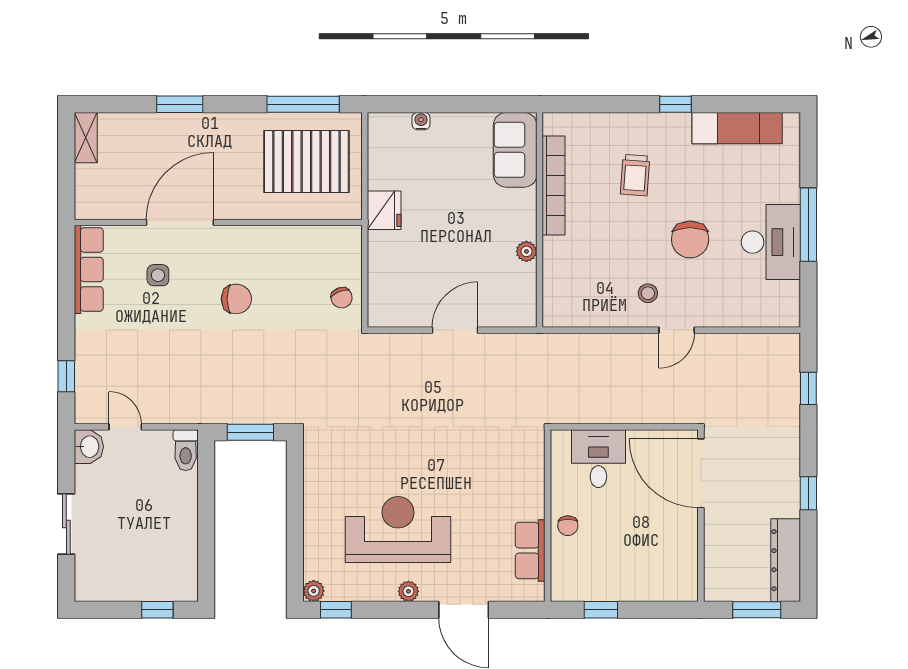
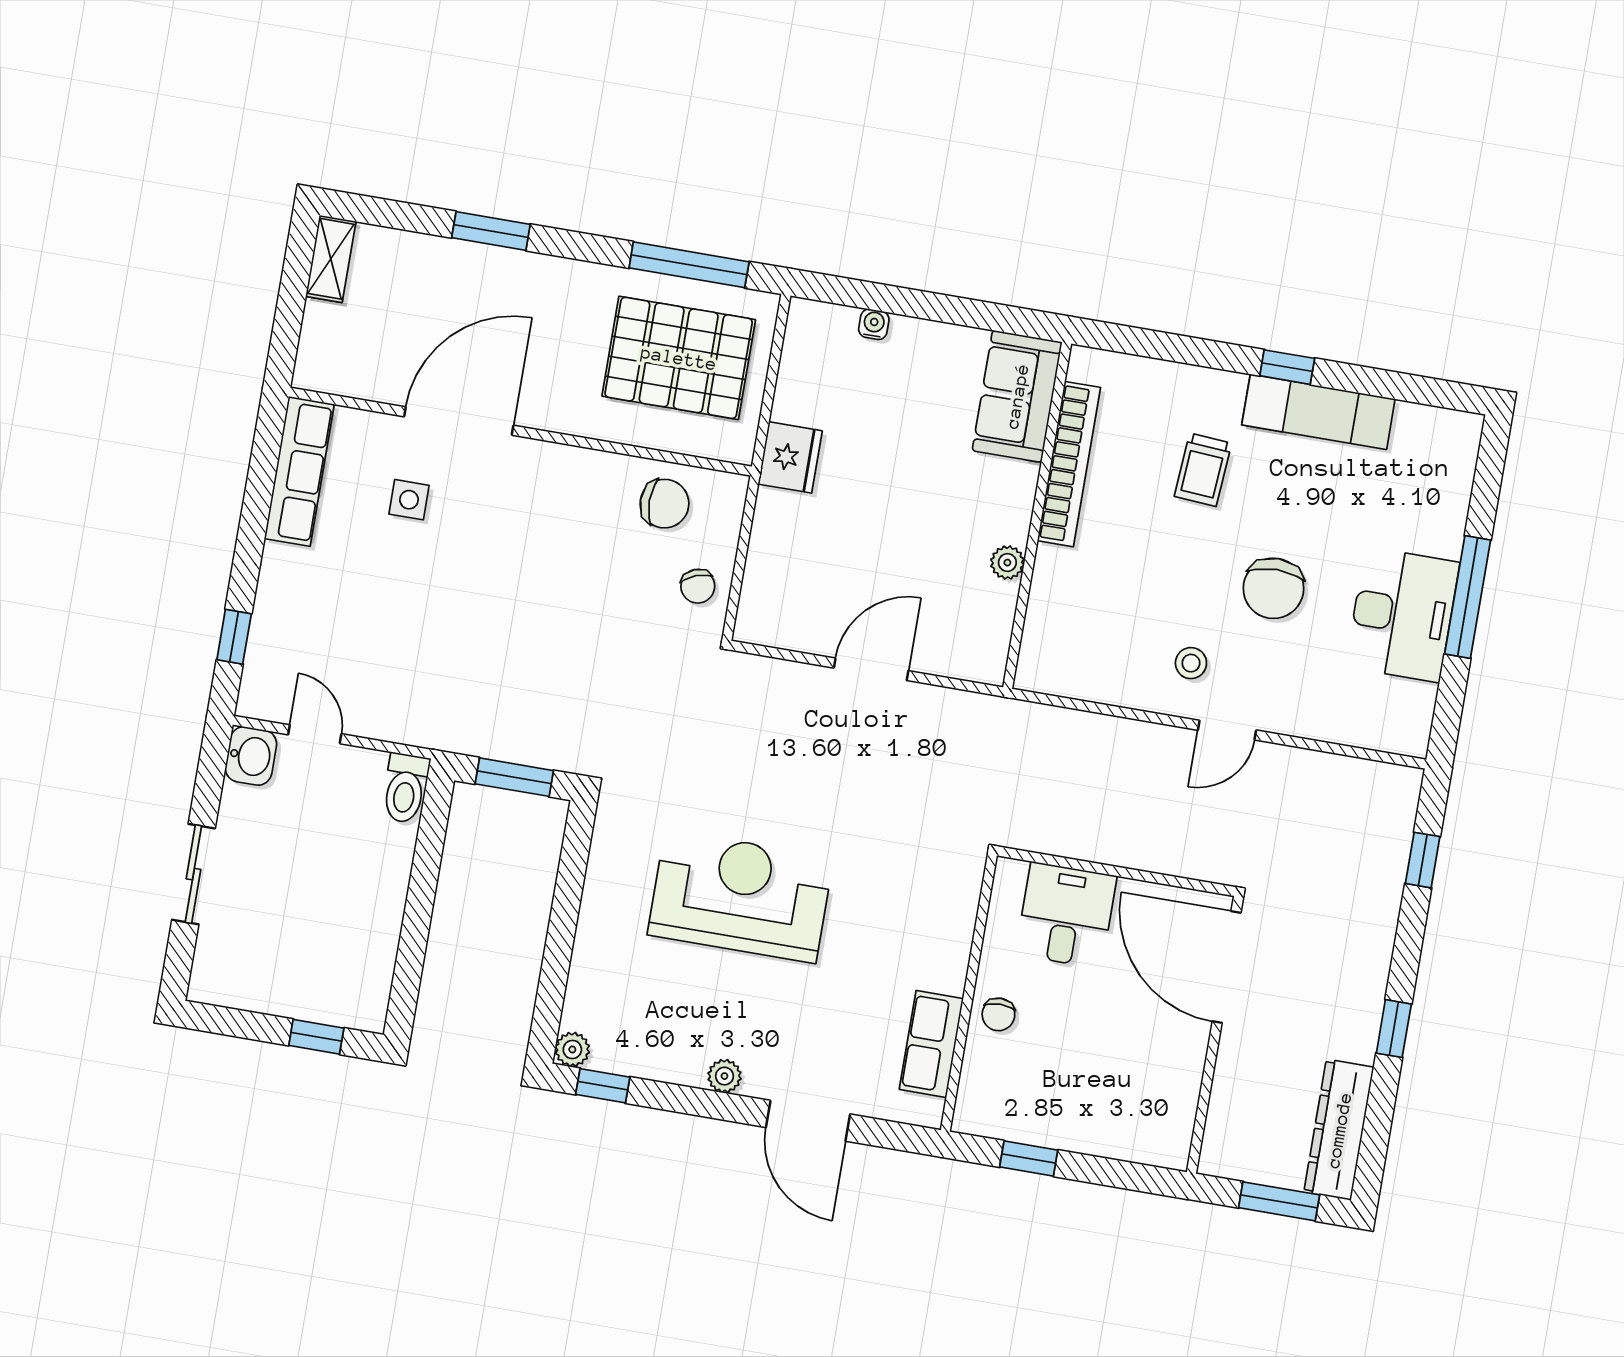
exam couch: (737, 128) -> (1318, 412), moved
chair: (236, 299) -> (664, 504), moved
reception desk: (398, 530) -> (740, 896), moved

